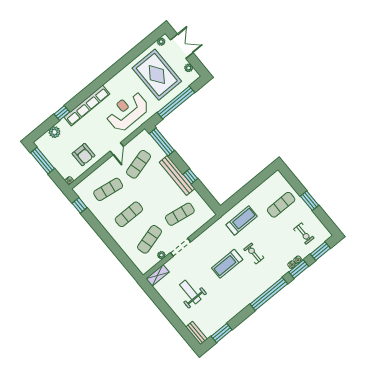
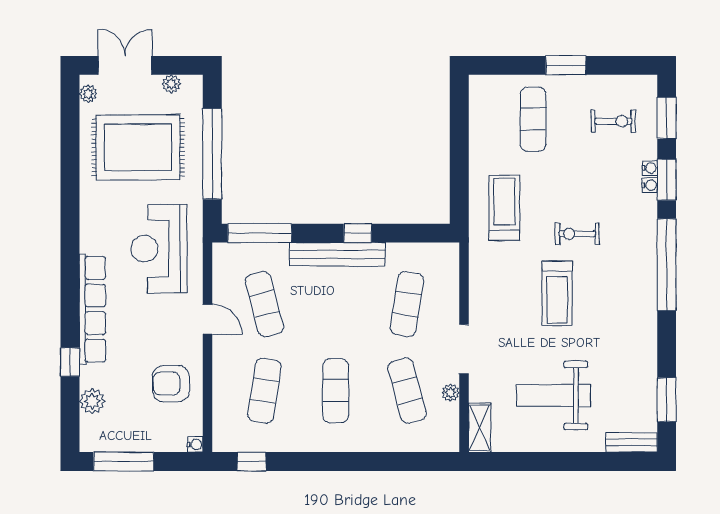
armchair: (84, 155) -> (171, 384), turned 180
weight bench: (190, 292) -> (554, 395), width x1.36, depth x1.33

